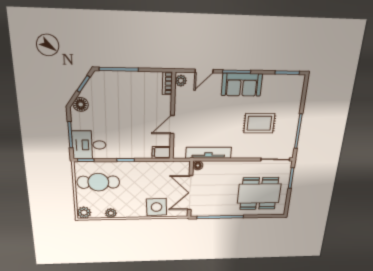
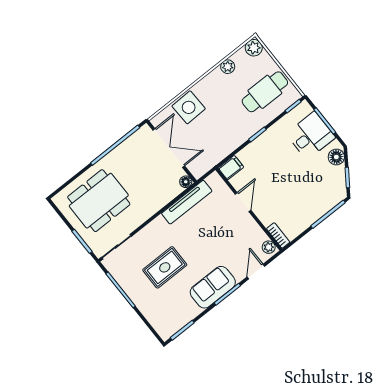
desk: (89, 145) -> (311, 136), moved

